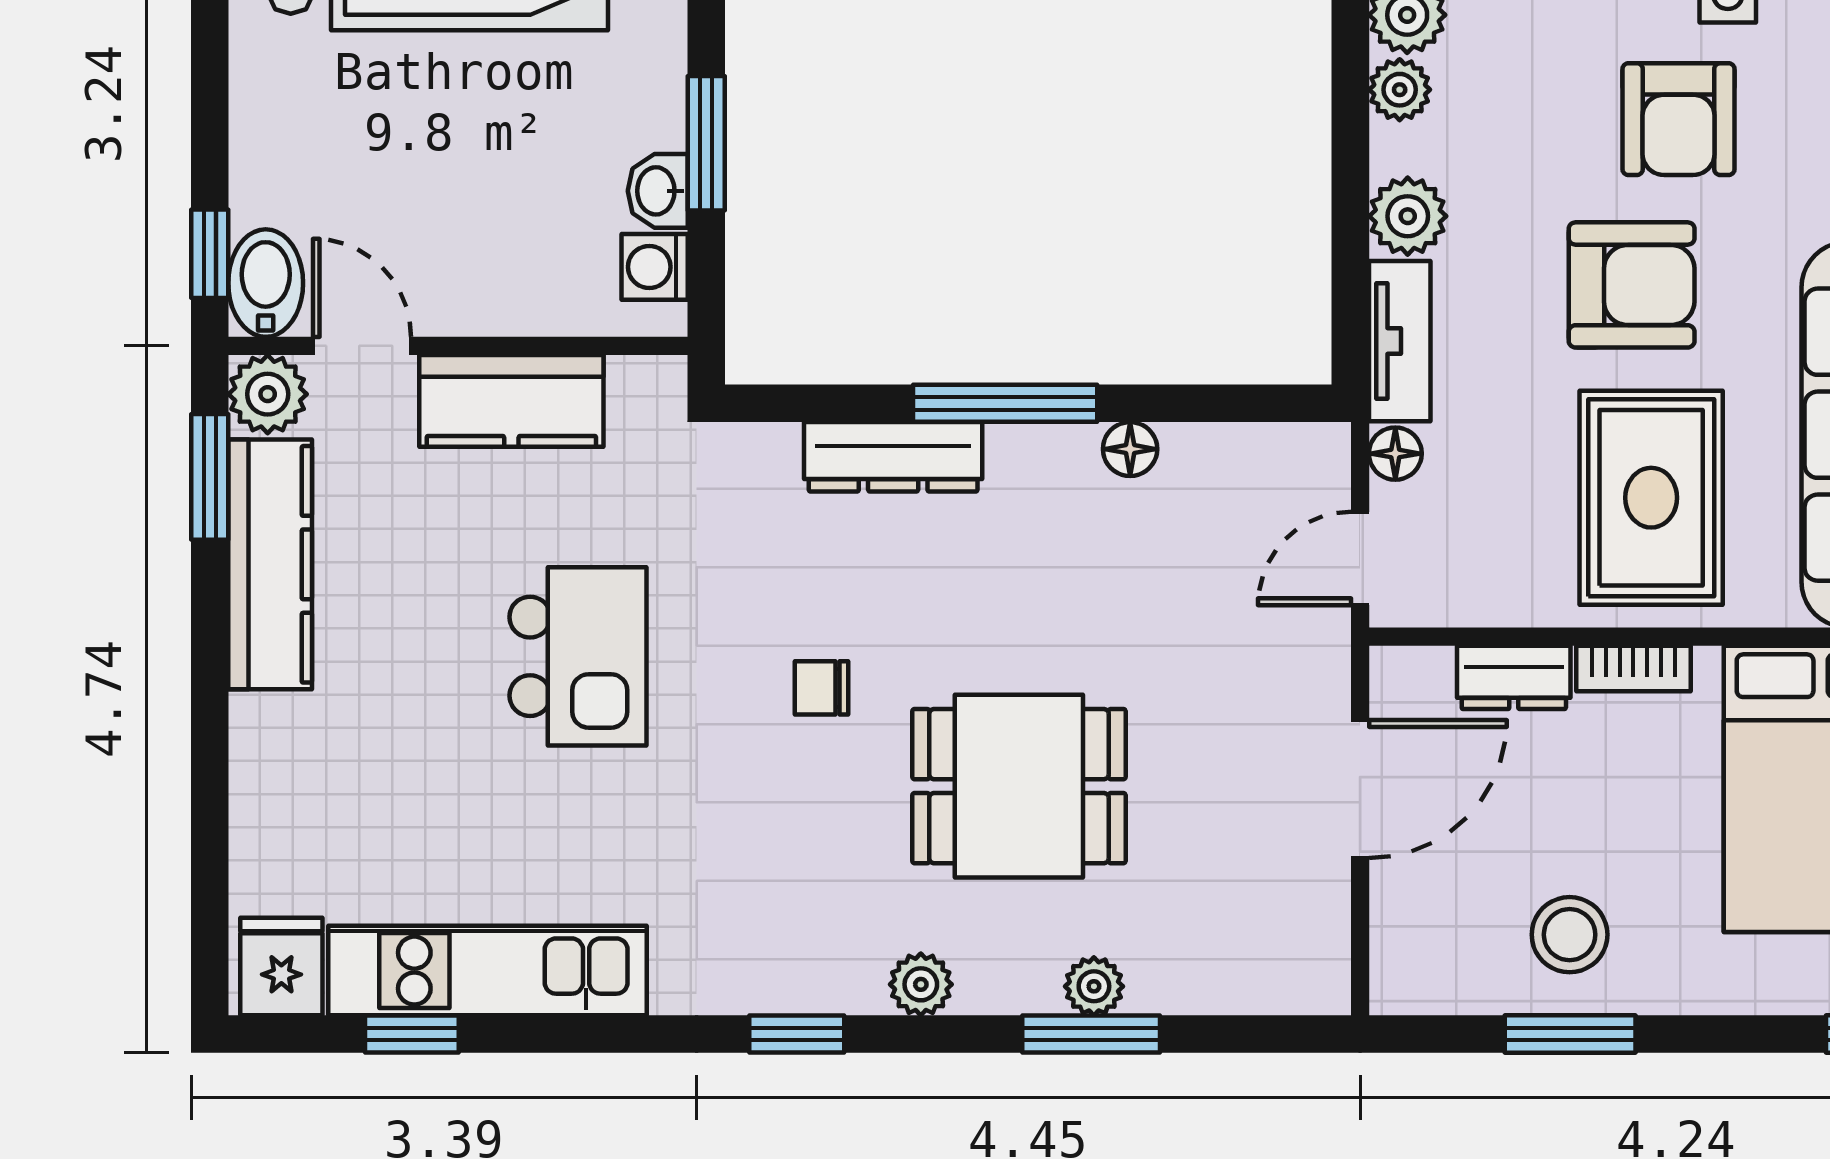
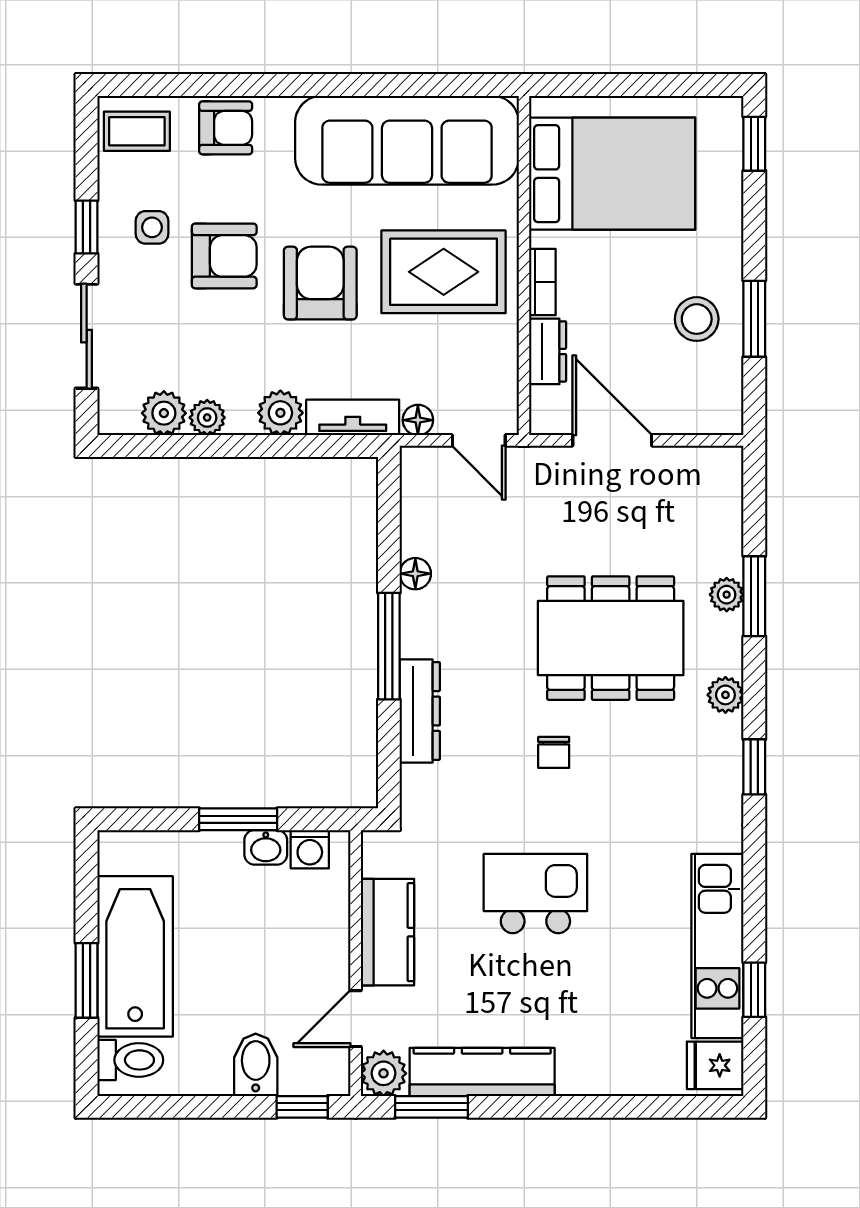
bidet: (266, 283) -> (256, 1065), moved, turned 90
dining table: (1019, 786) -> (611, 638), width x1.37

